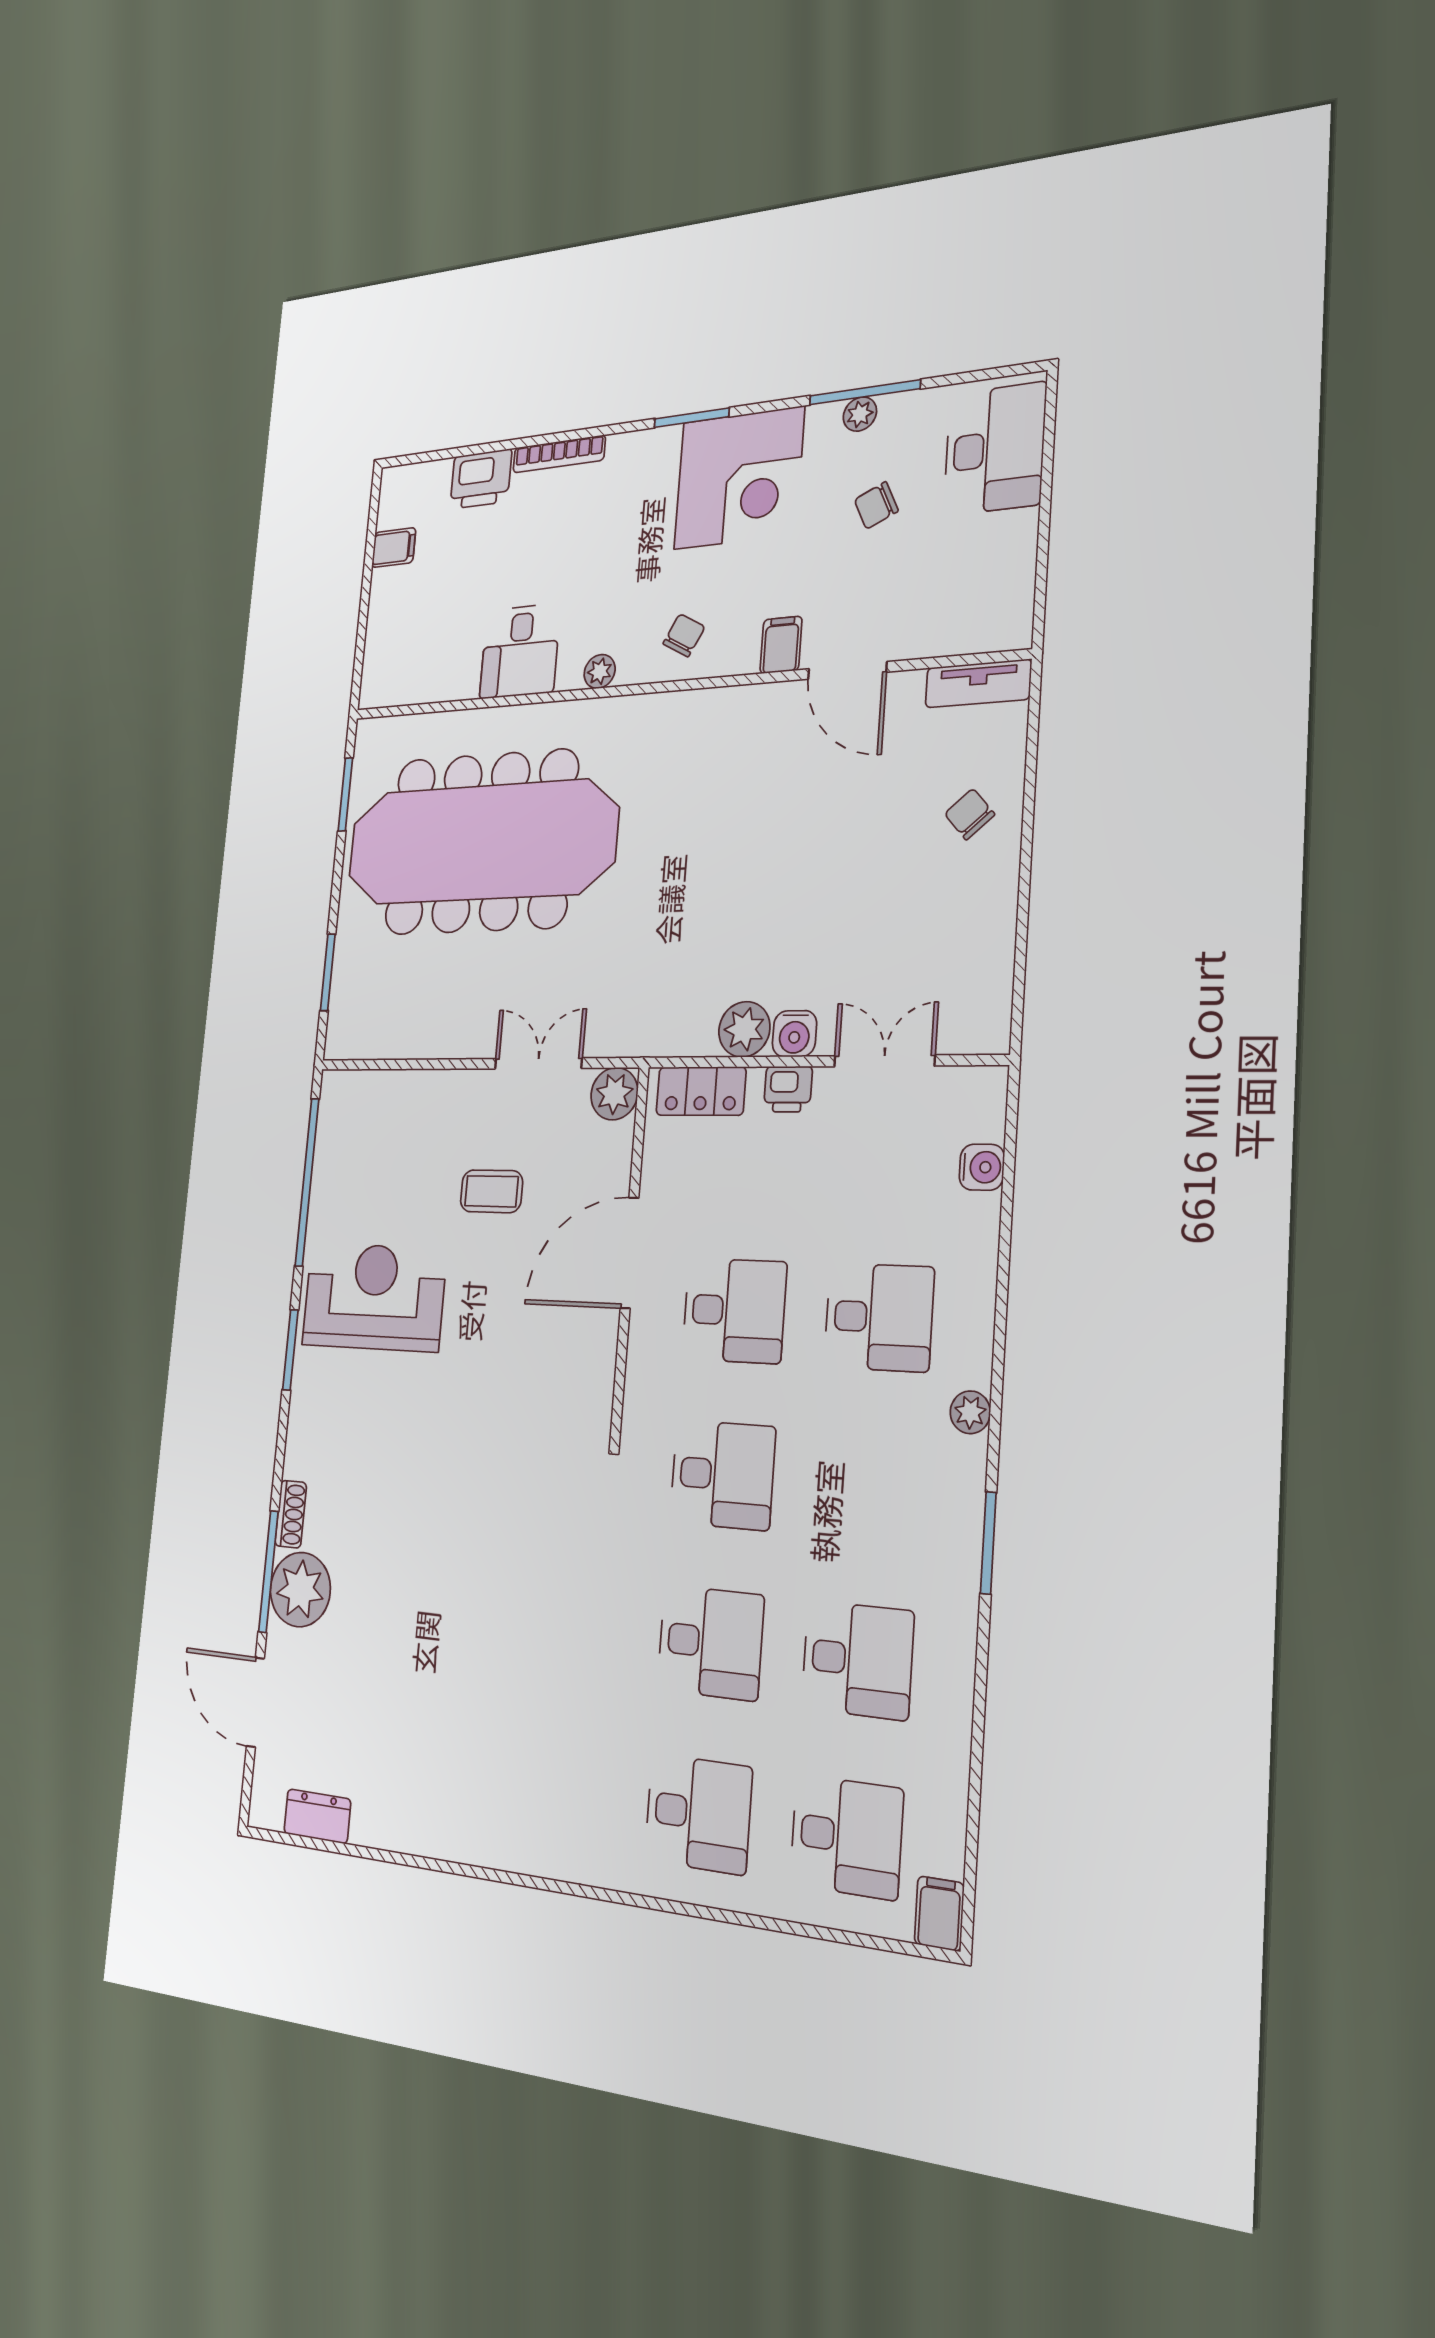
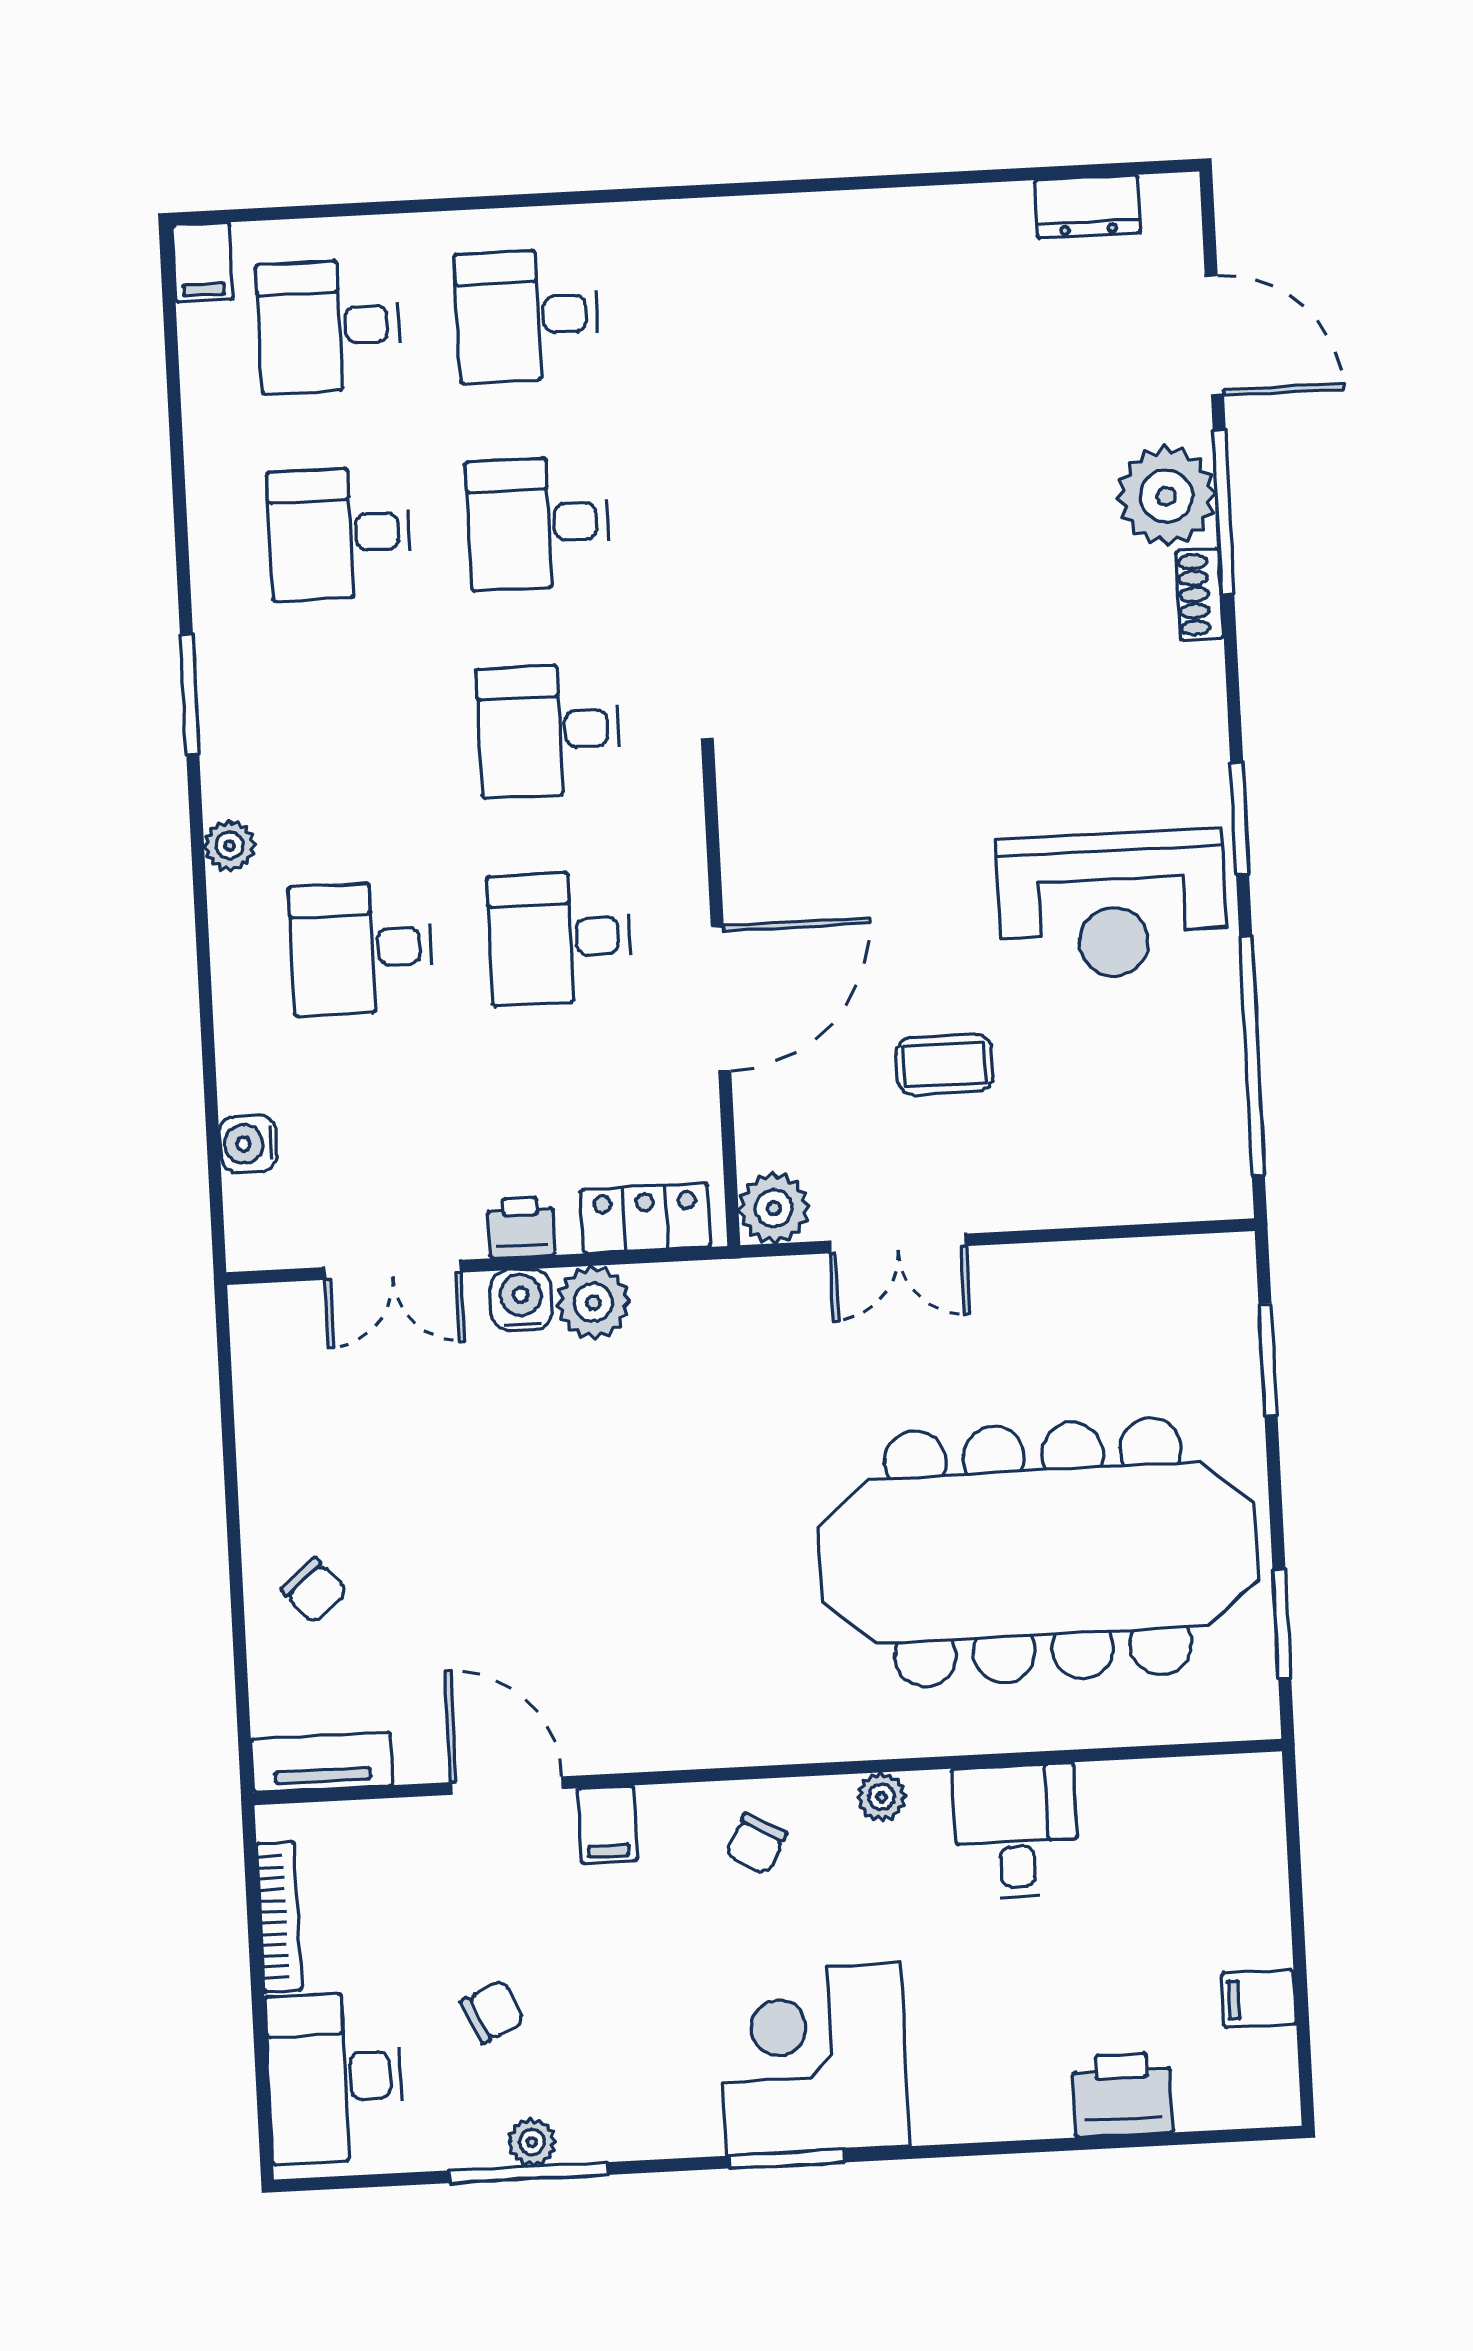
bookcase: (559, 454) -> (279, 1917), moved, turned 90
corner desk: (739, 478) -> (813, 2059), moved

